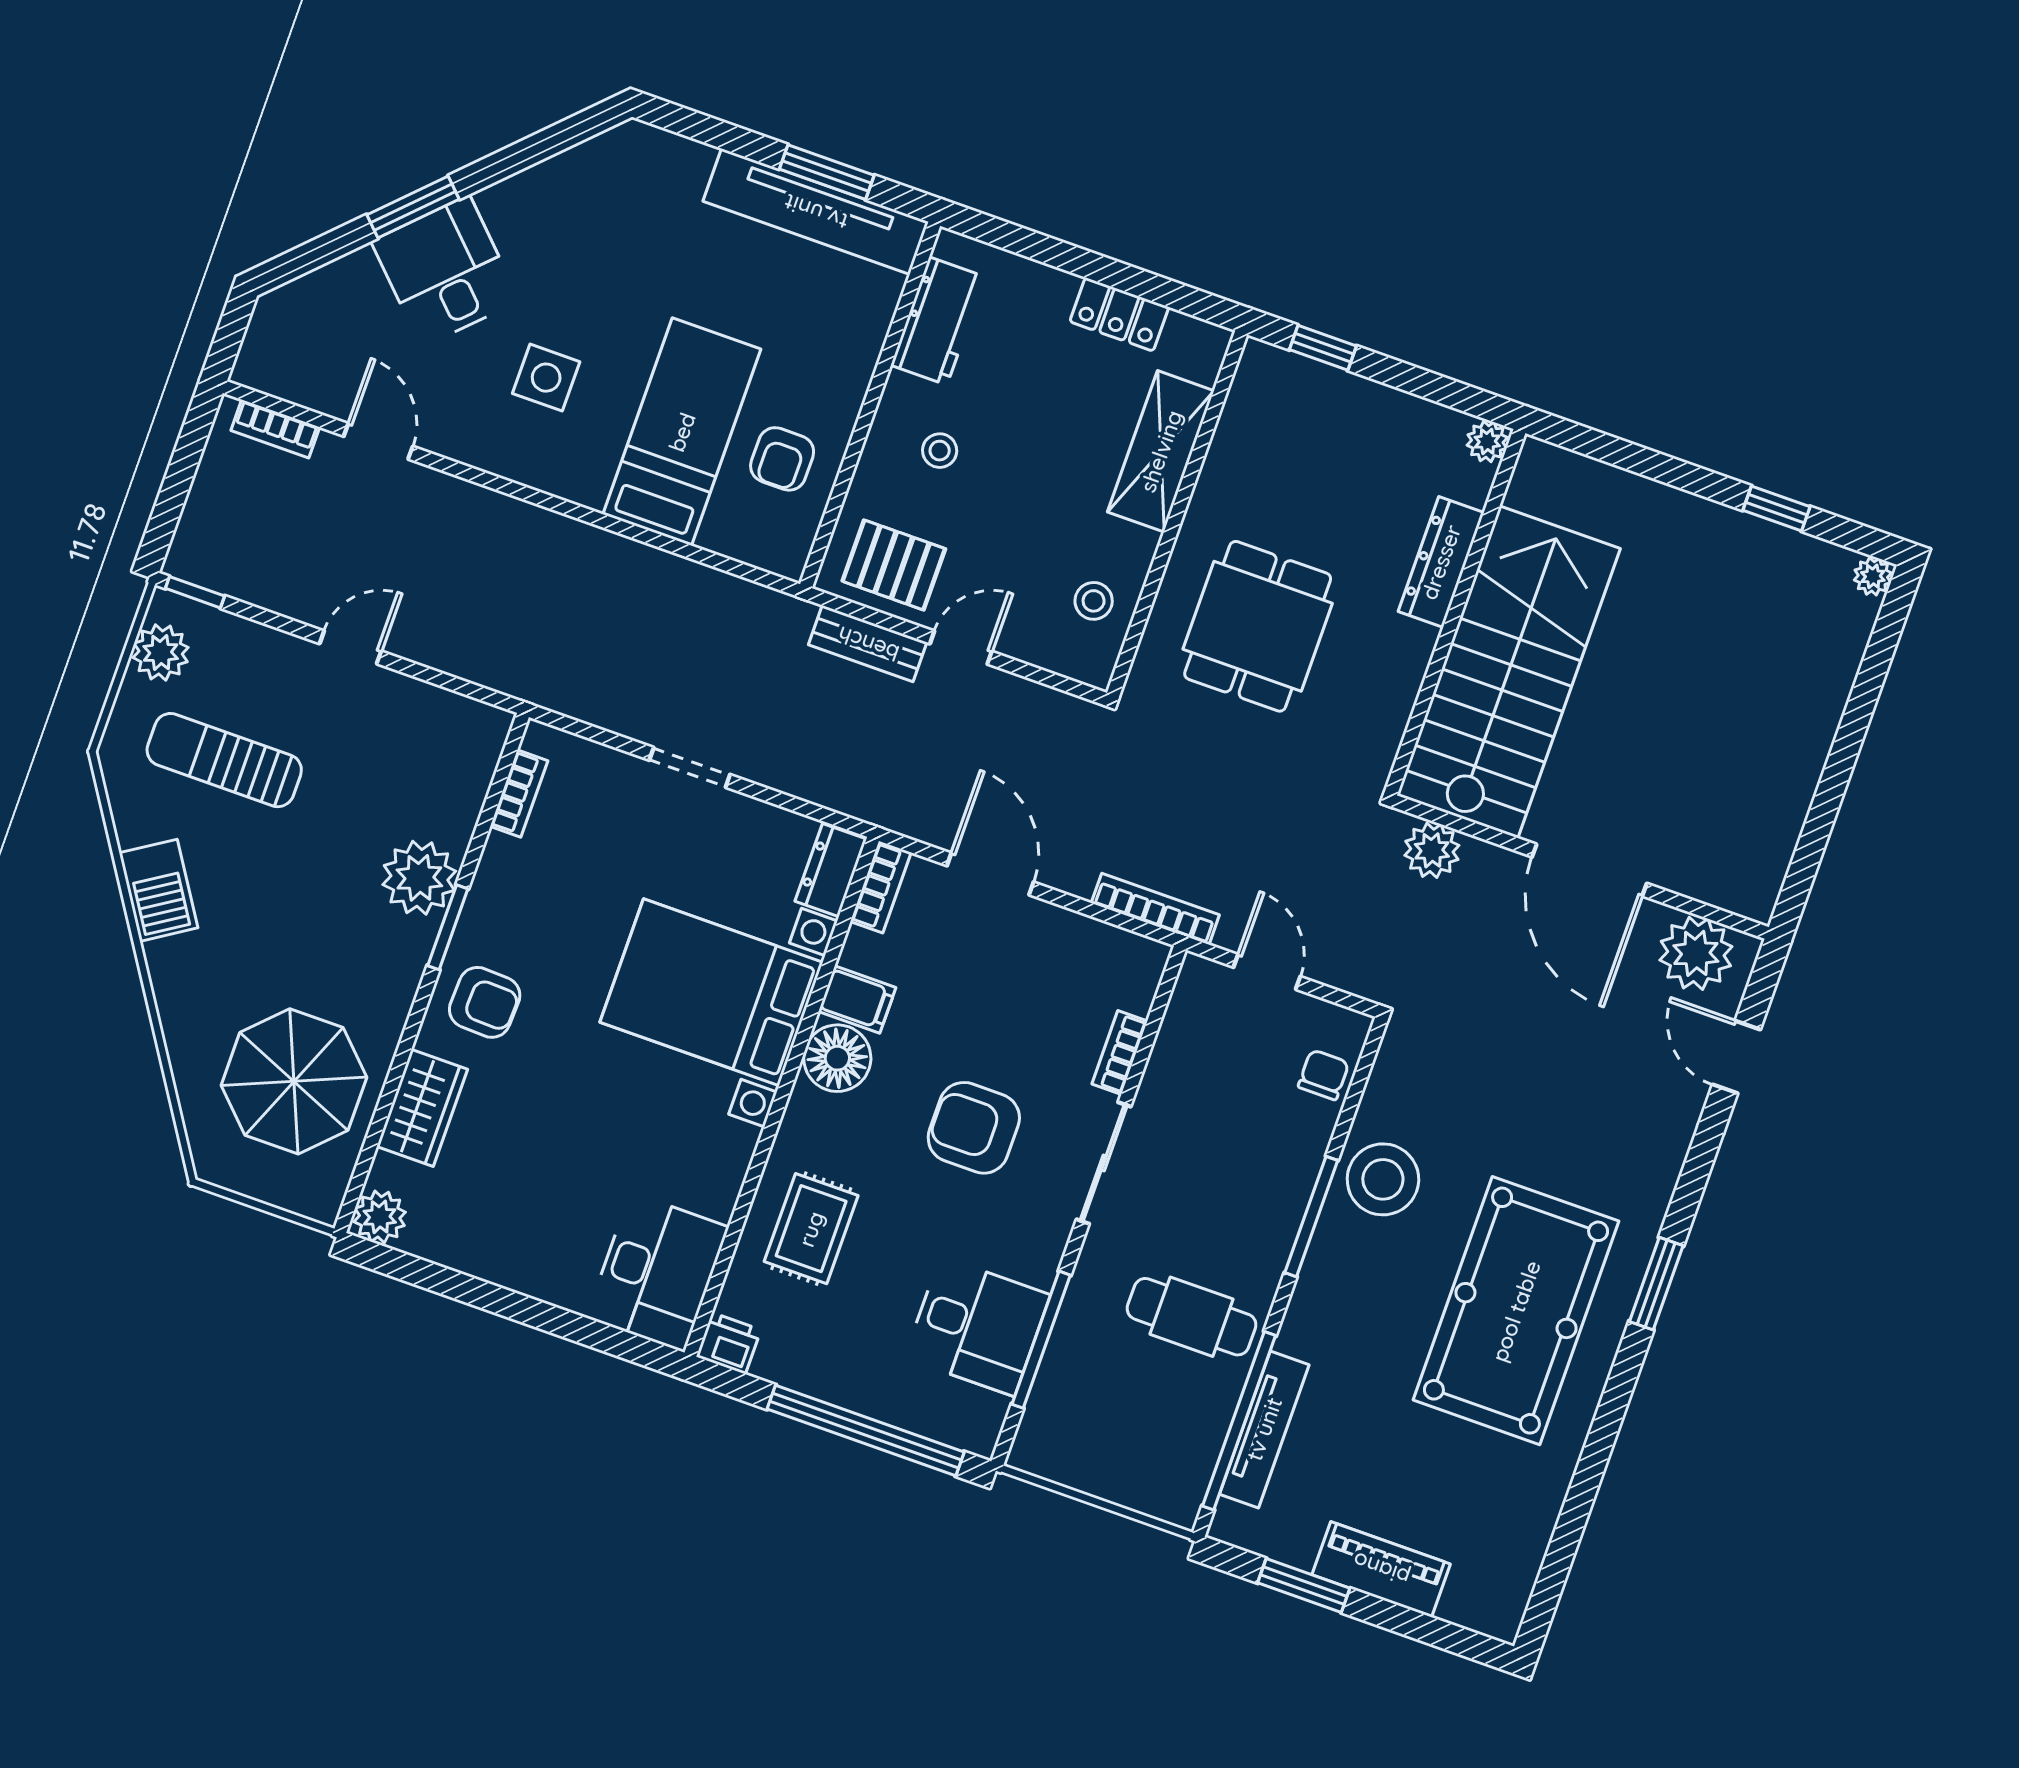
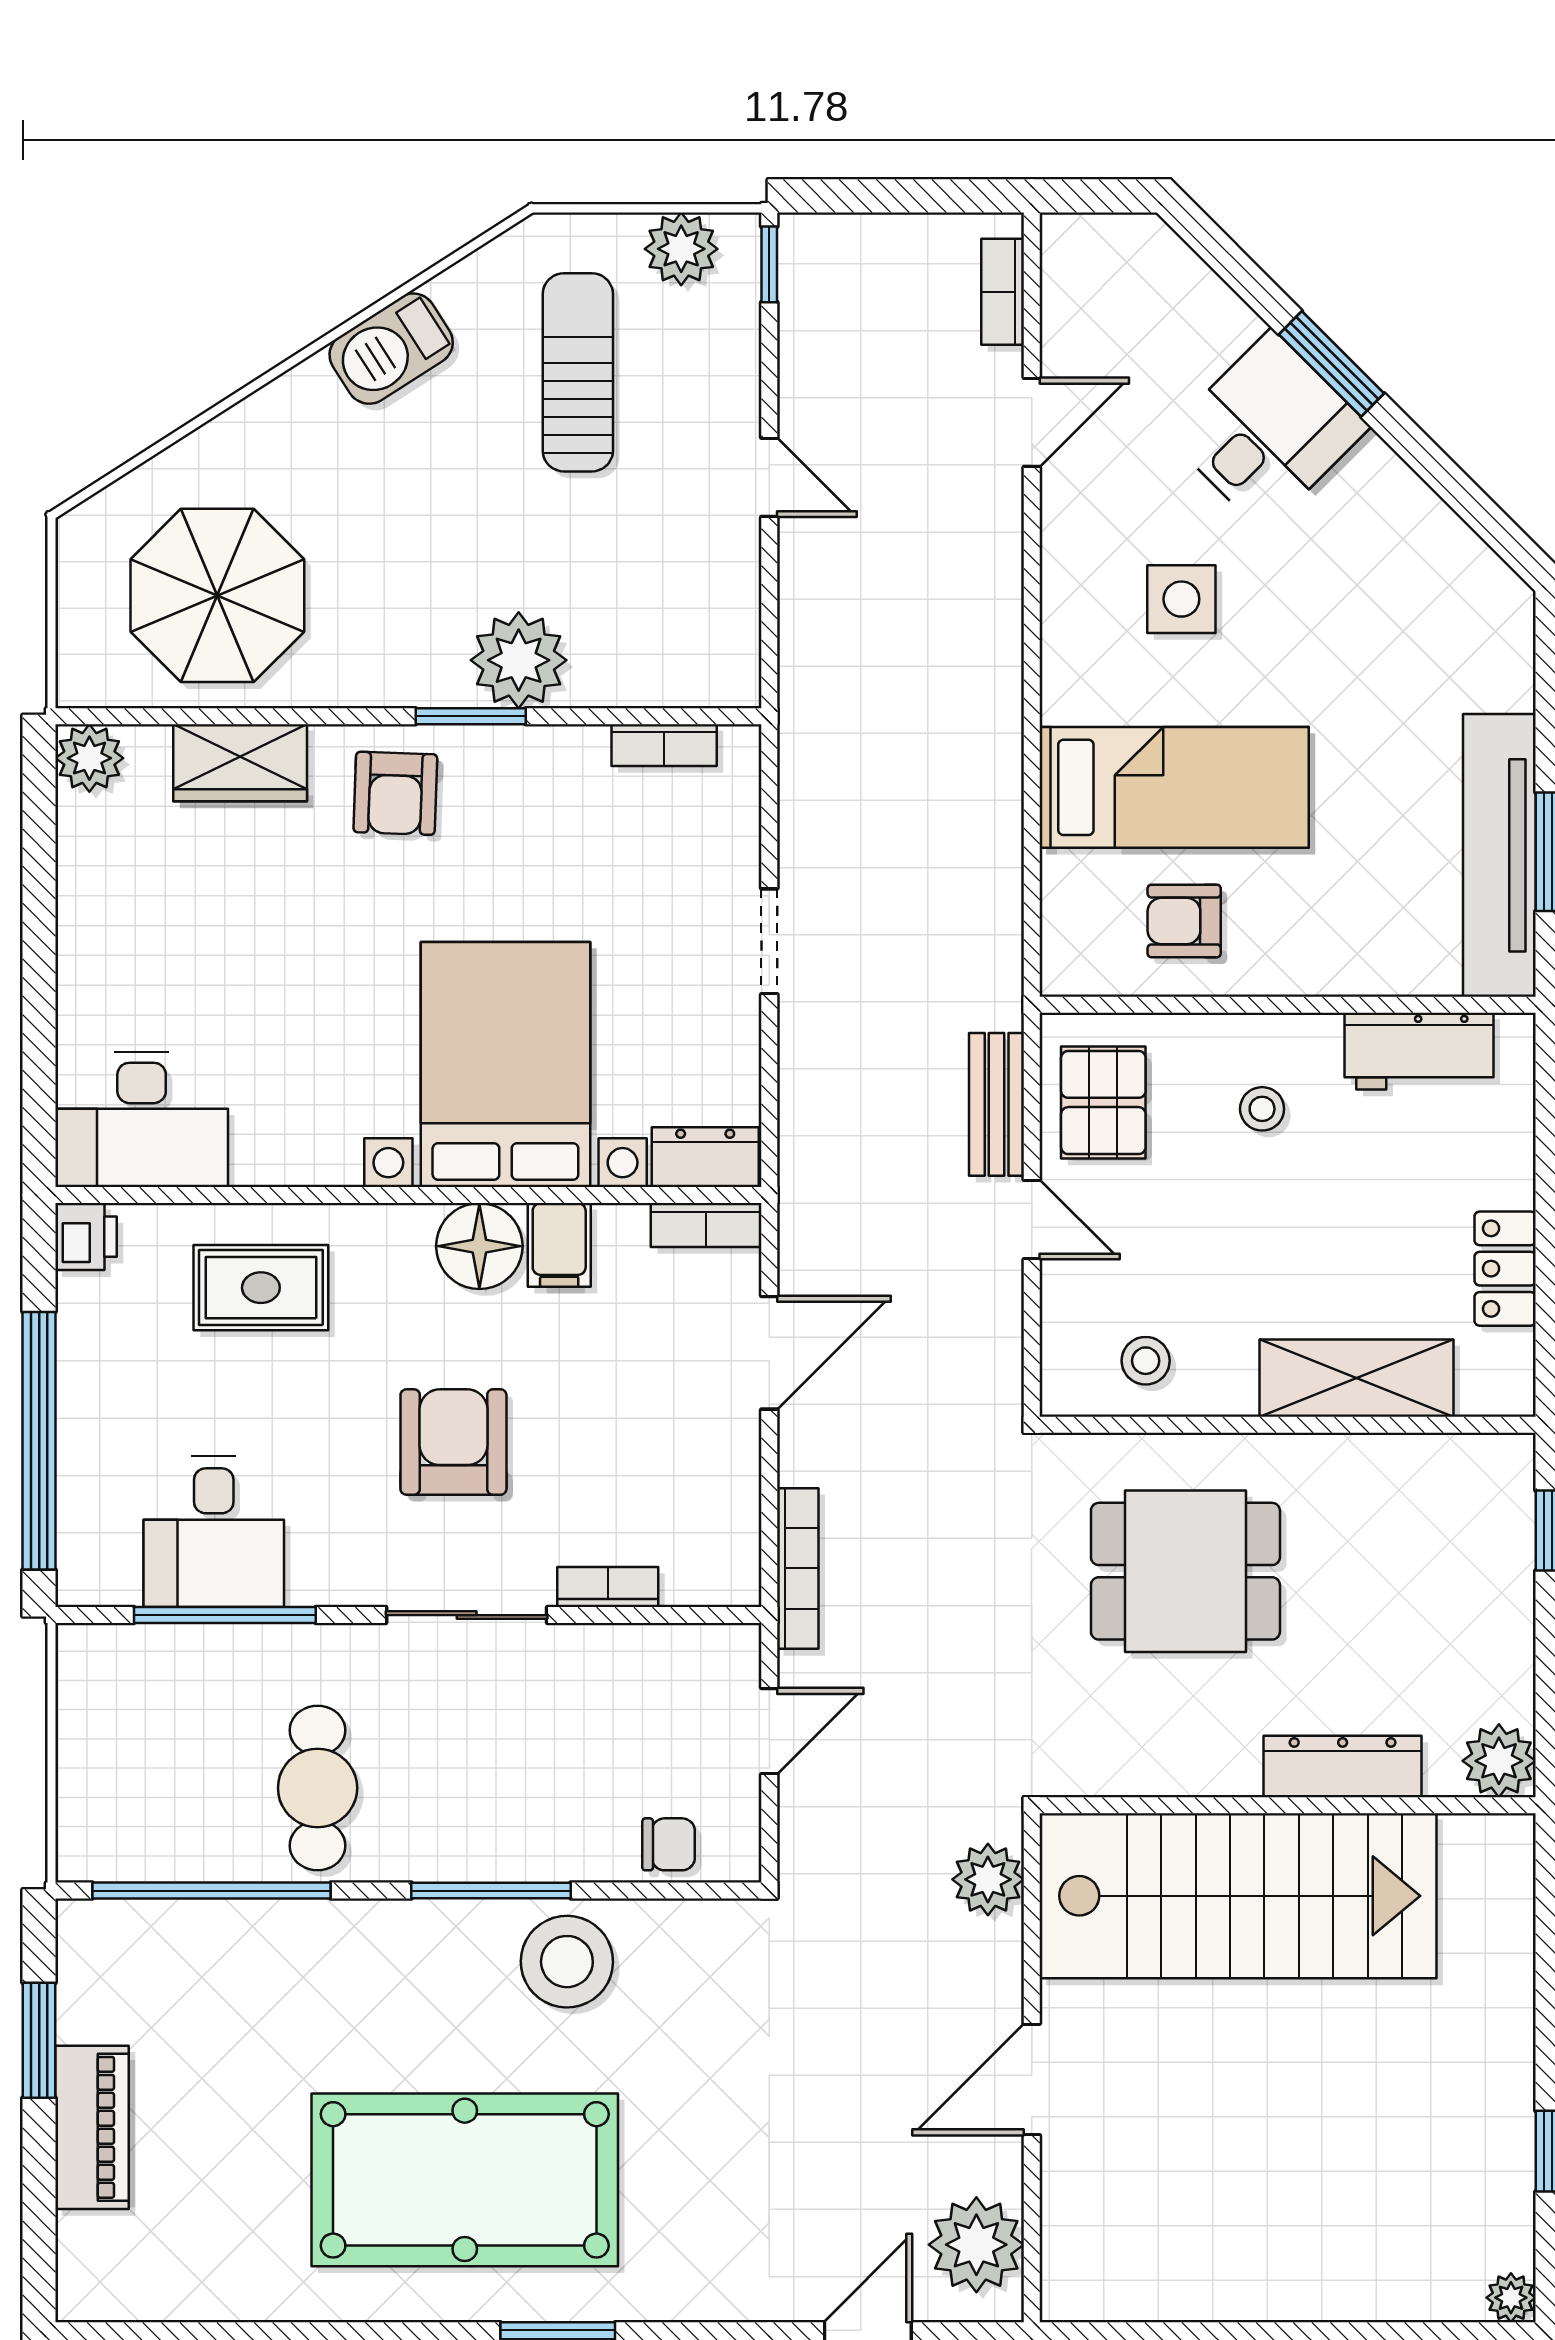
plant: (1487, 441) -> (1499, 1761), width x1.38, depth x1.38
door: (1589, 870) -> (1032, 2079), width x0.73
tv unit: (1264, 1429) -> (212, 1925), removed

